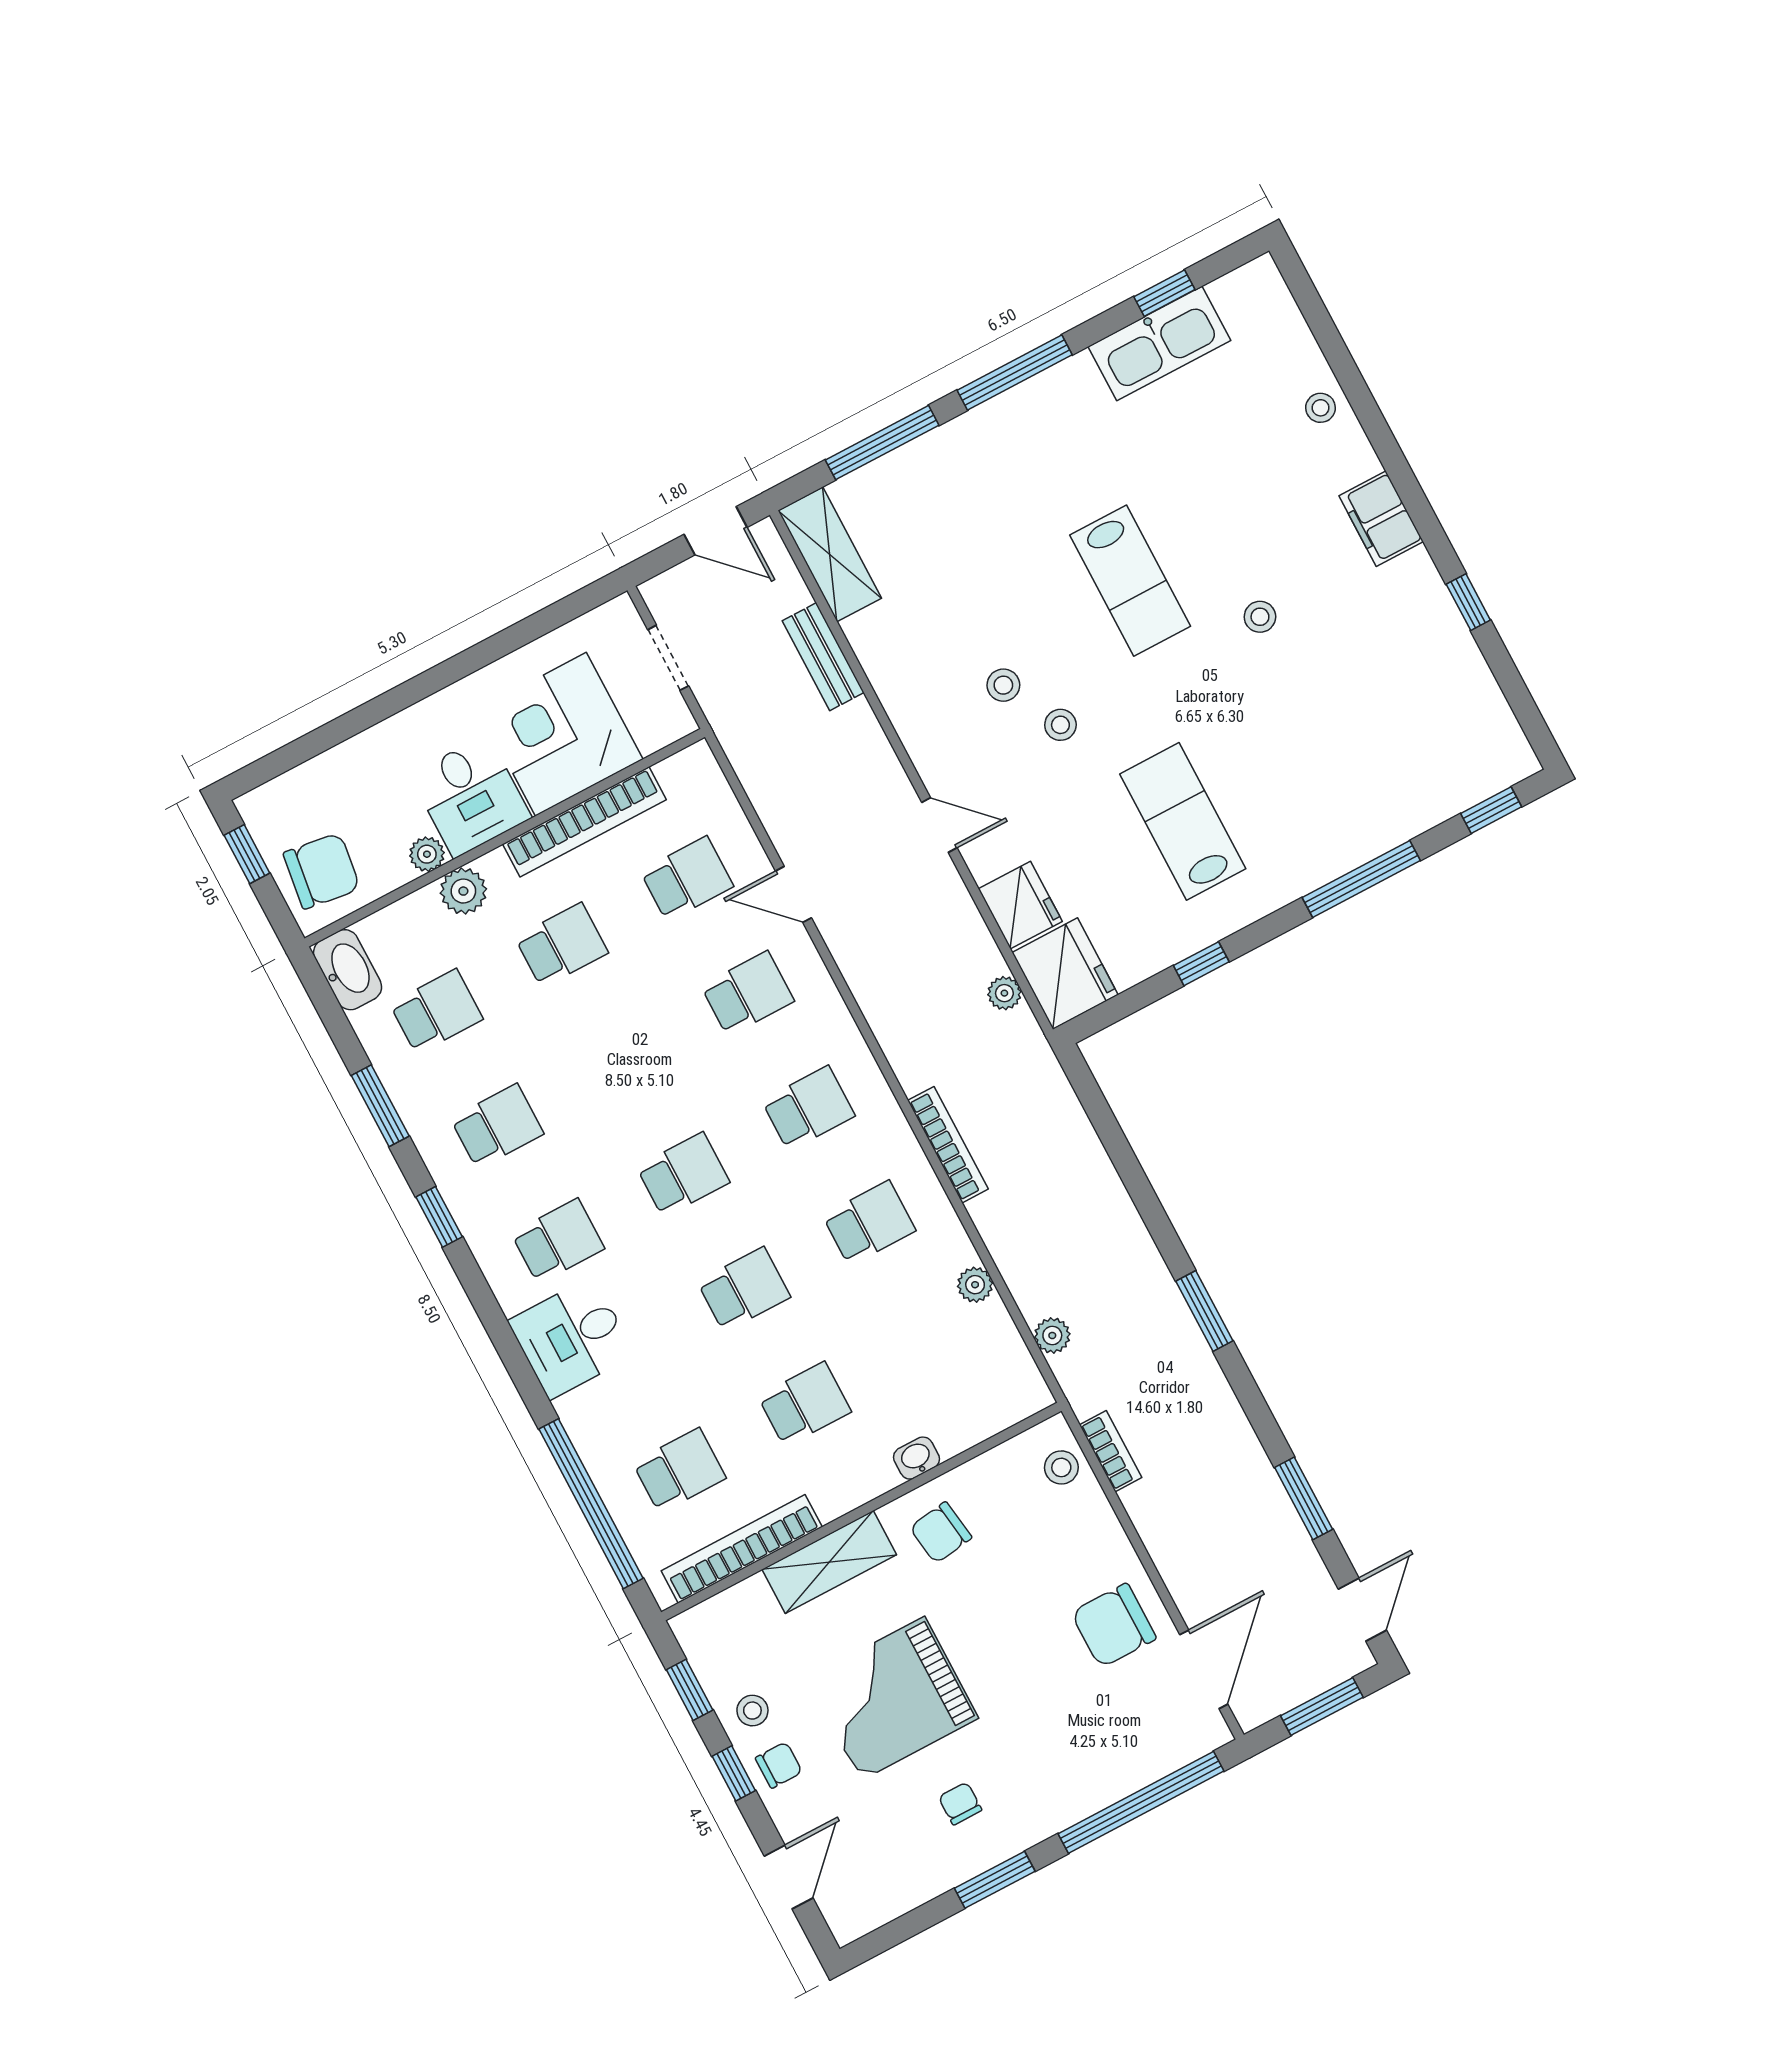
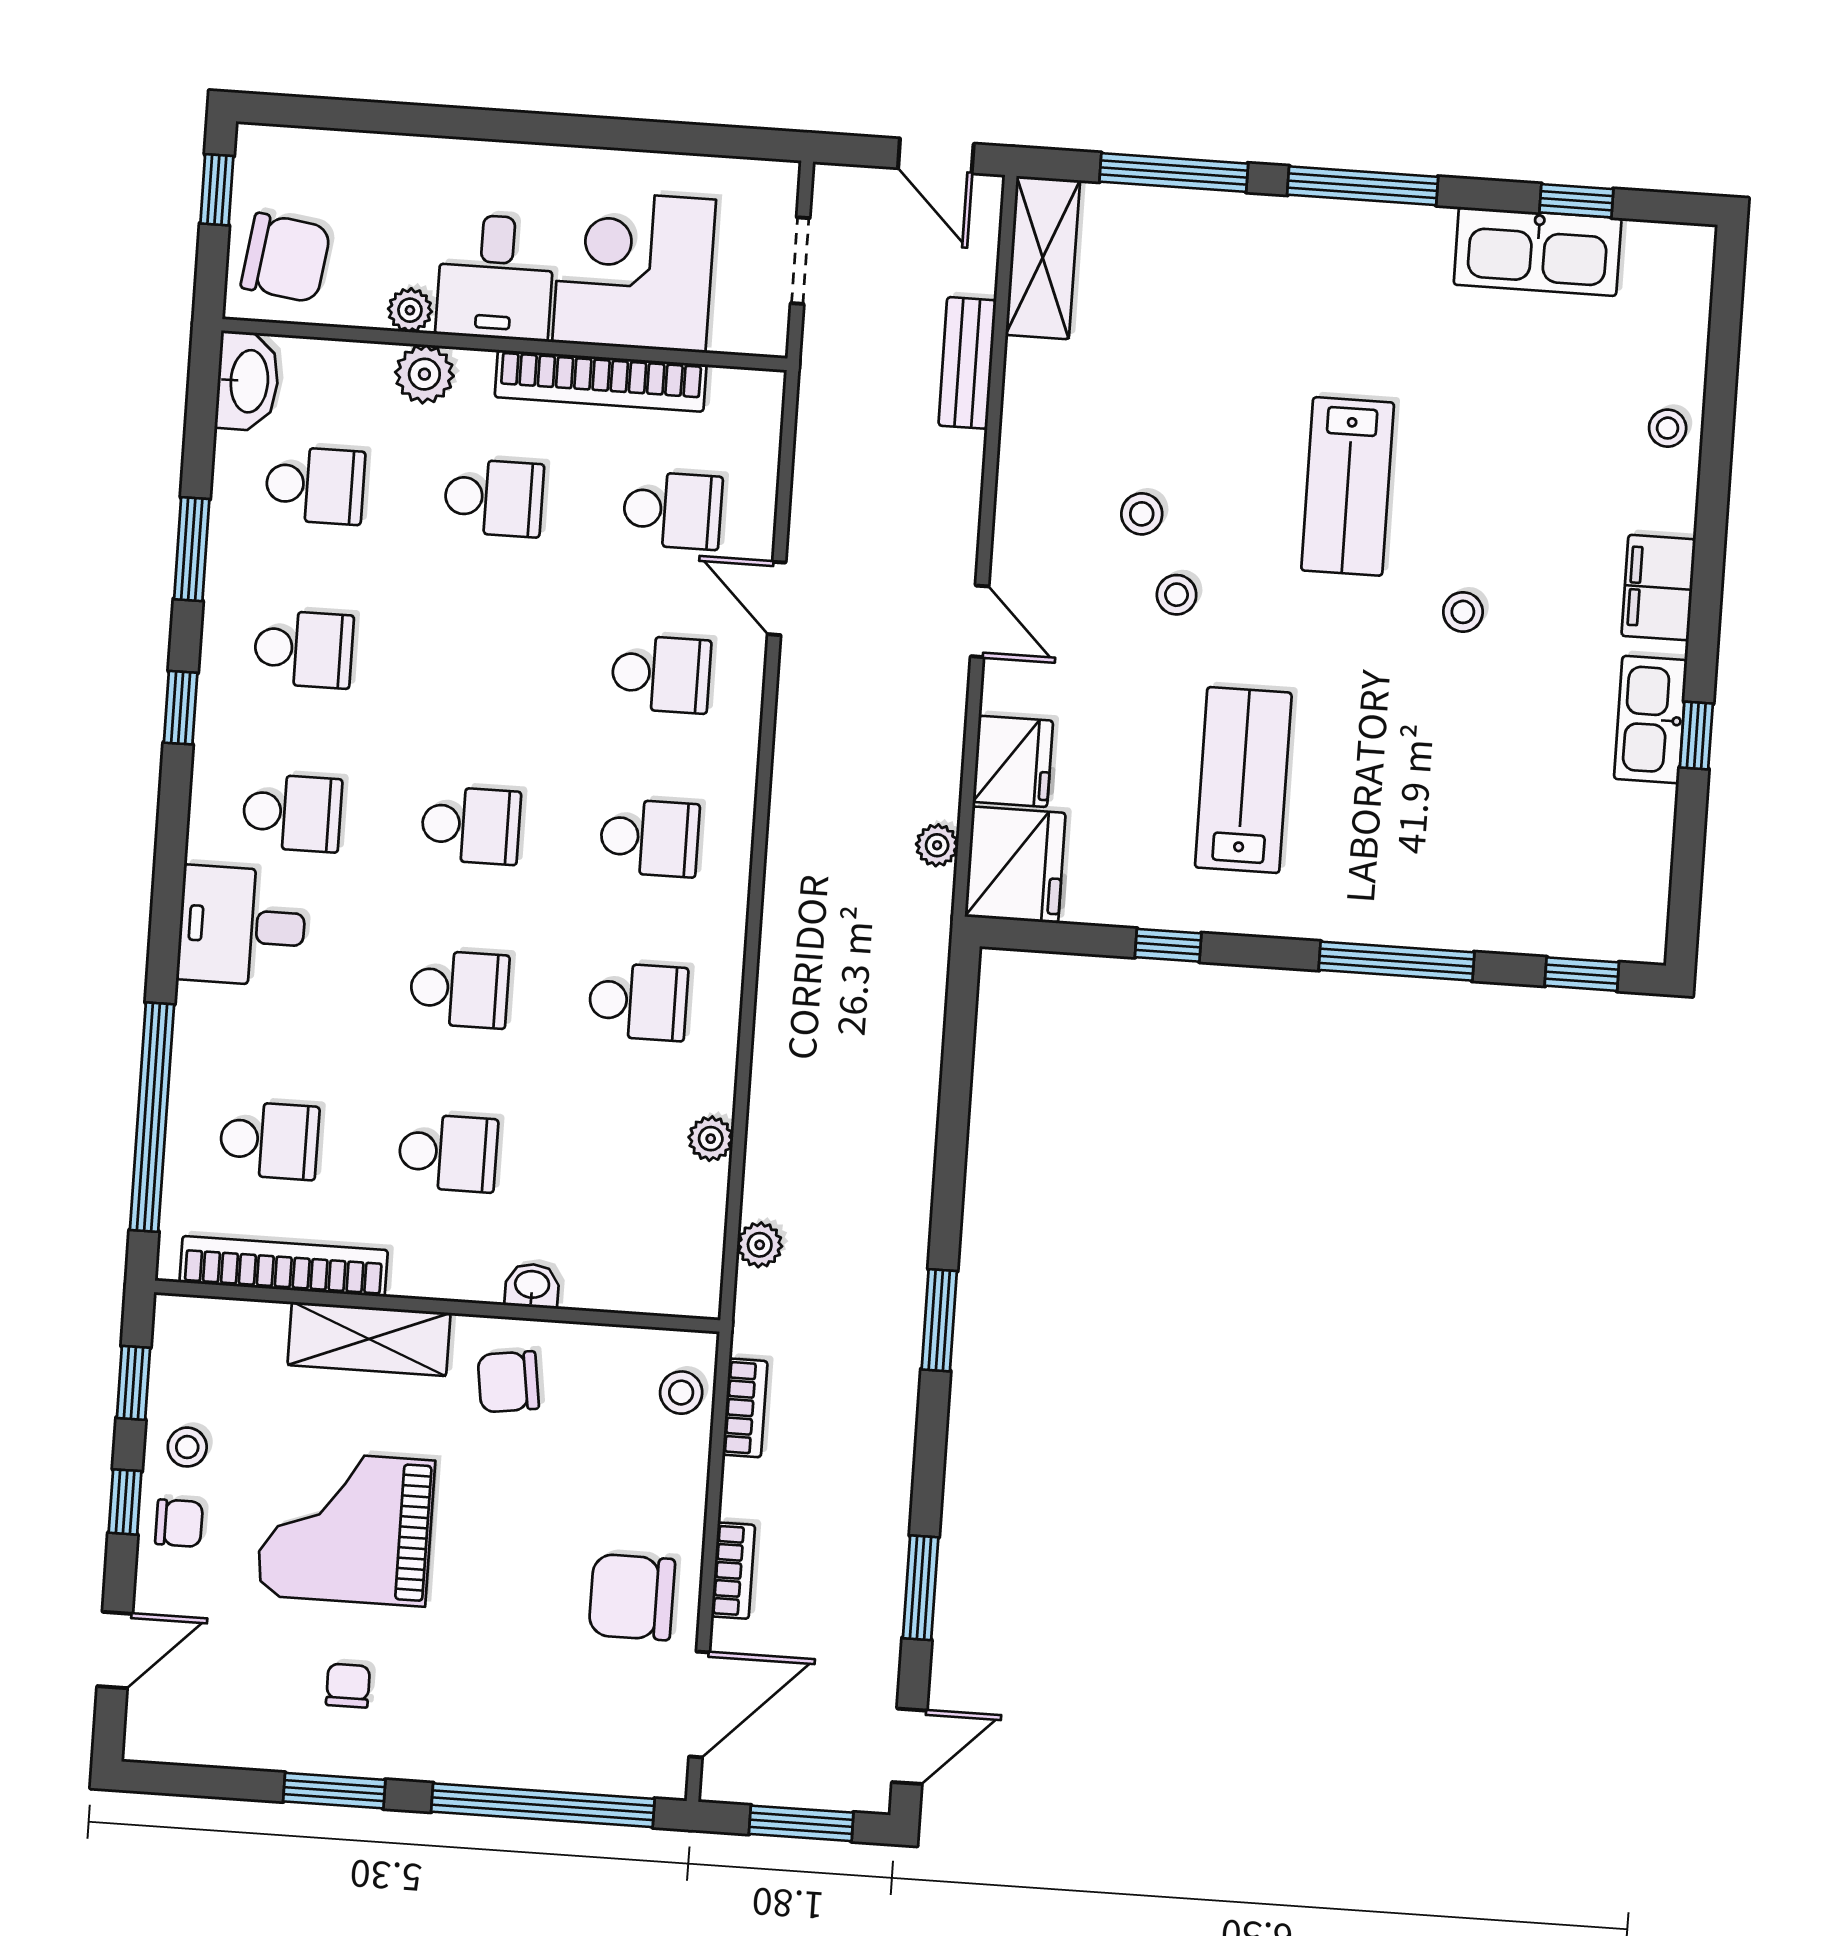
kitchen sink: (1431, 611) -> (1651, 720), added
bookcase: (948, 1145) -> (733, 1571), moved, width x0.64

